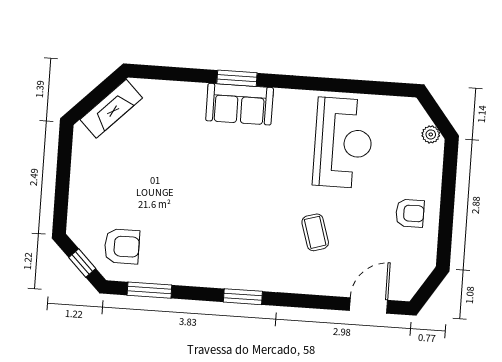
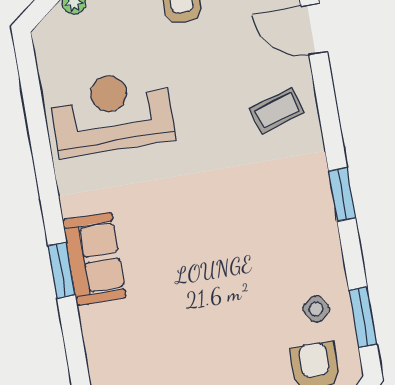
coffee table: (315, 232) -> (277, 111), moved
side table: (164, 257) -> (316, 309), added

